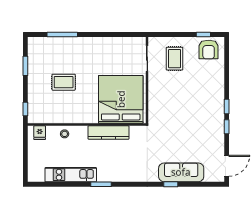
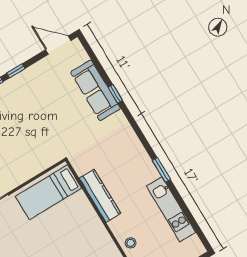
bed: (121, 99) -> (48, 192), width x0.49

